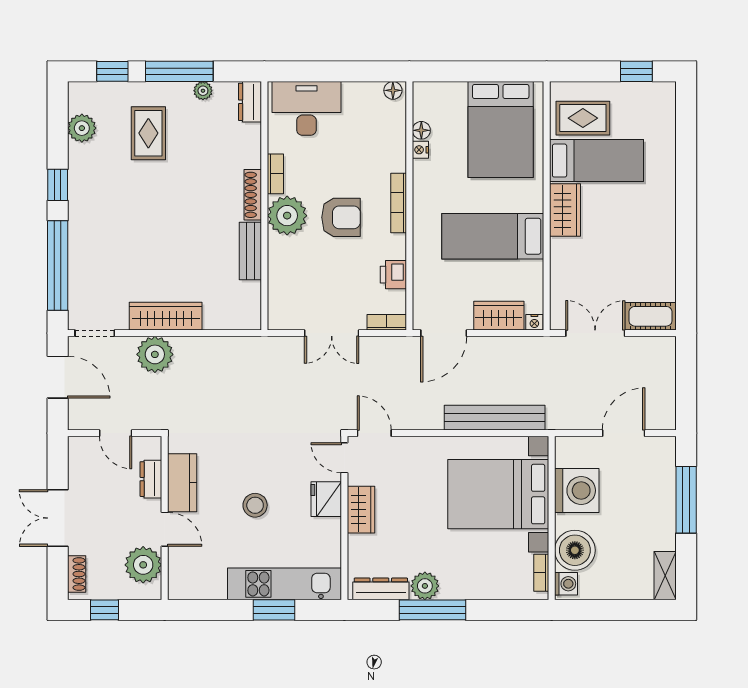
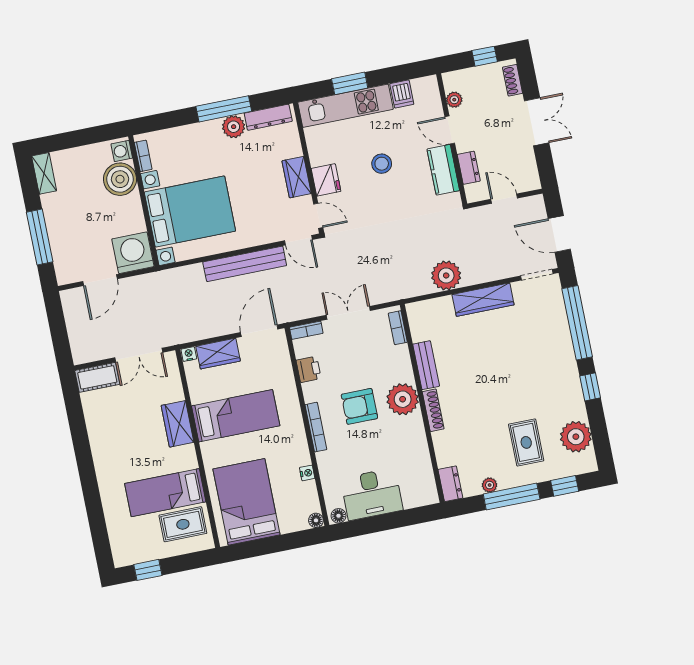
desk: (306, 108) -> (372, 494), moved
plant: (82, 128) -> (576, 437), width x1.36, depth x1.36
floor lamp: (421, 130) -> (316, 520), moved
bookcase: (275, 174) -> (398, 328), moved
wardrobe: (565, 210) -> (178, 424), moved
plant: (155, 354) -> (446, 275), moved
bench: (495, 418) -> (245, 264), moved
washing machine: (577, 490) -> (133, 253), moved, turned 90
plant: (143, 565) -> (454, 100), width x0.53, depth x0.53
dishwasher: (214, 584) -> (402, 94), added

